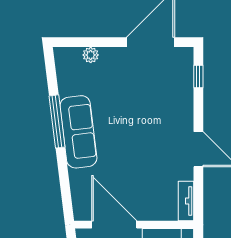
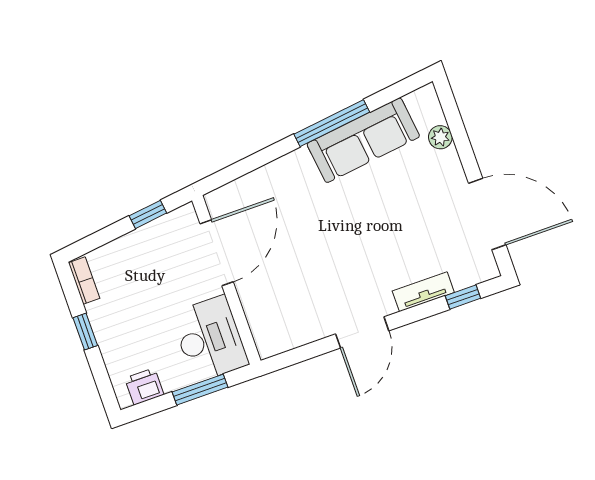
sofa: (78, 132) -> (363, 140), moved
tv unit: (186, 201) -> (423, 292), moved

